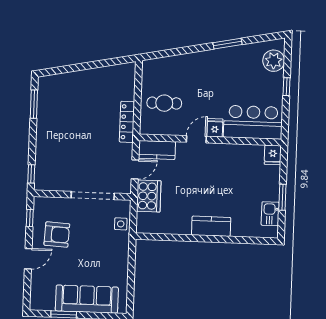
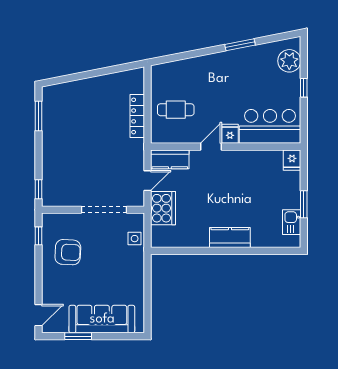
locker: (127, 122) -> (137, 116), moved
door: (28, 259) -> (39, 315), moved

